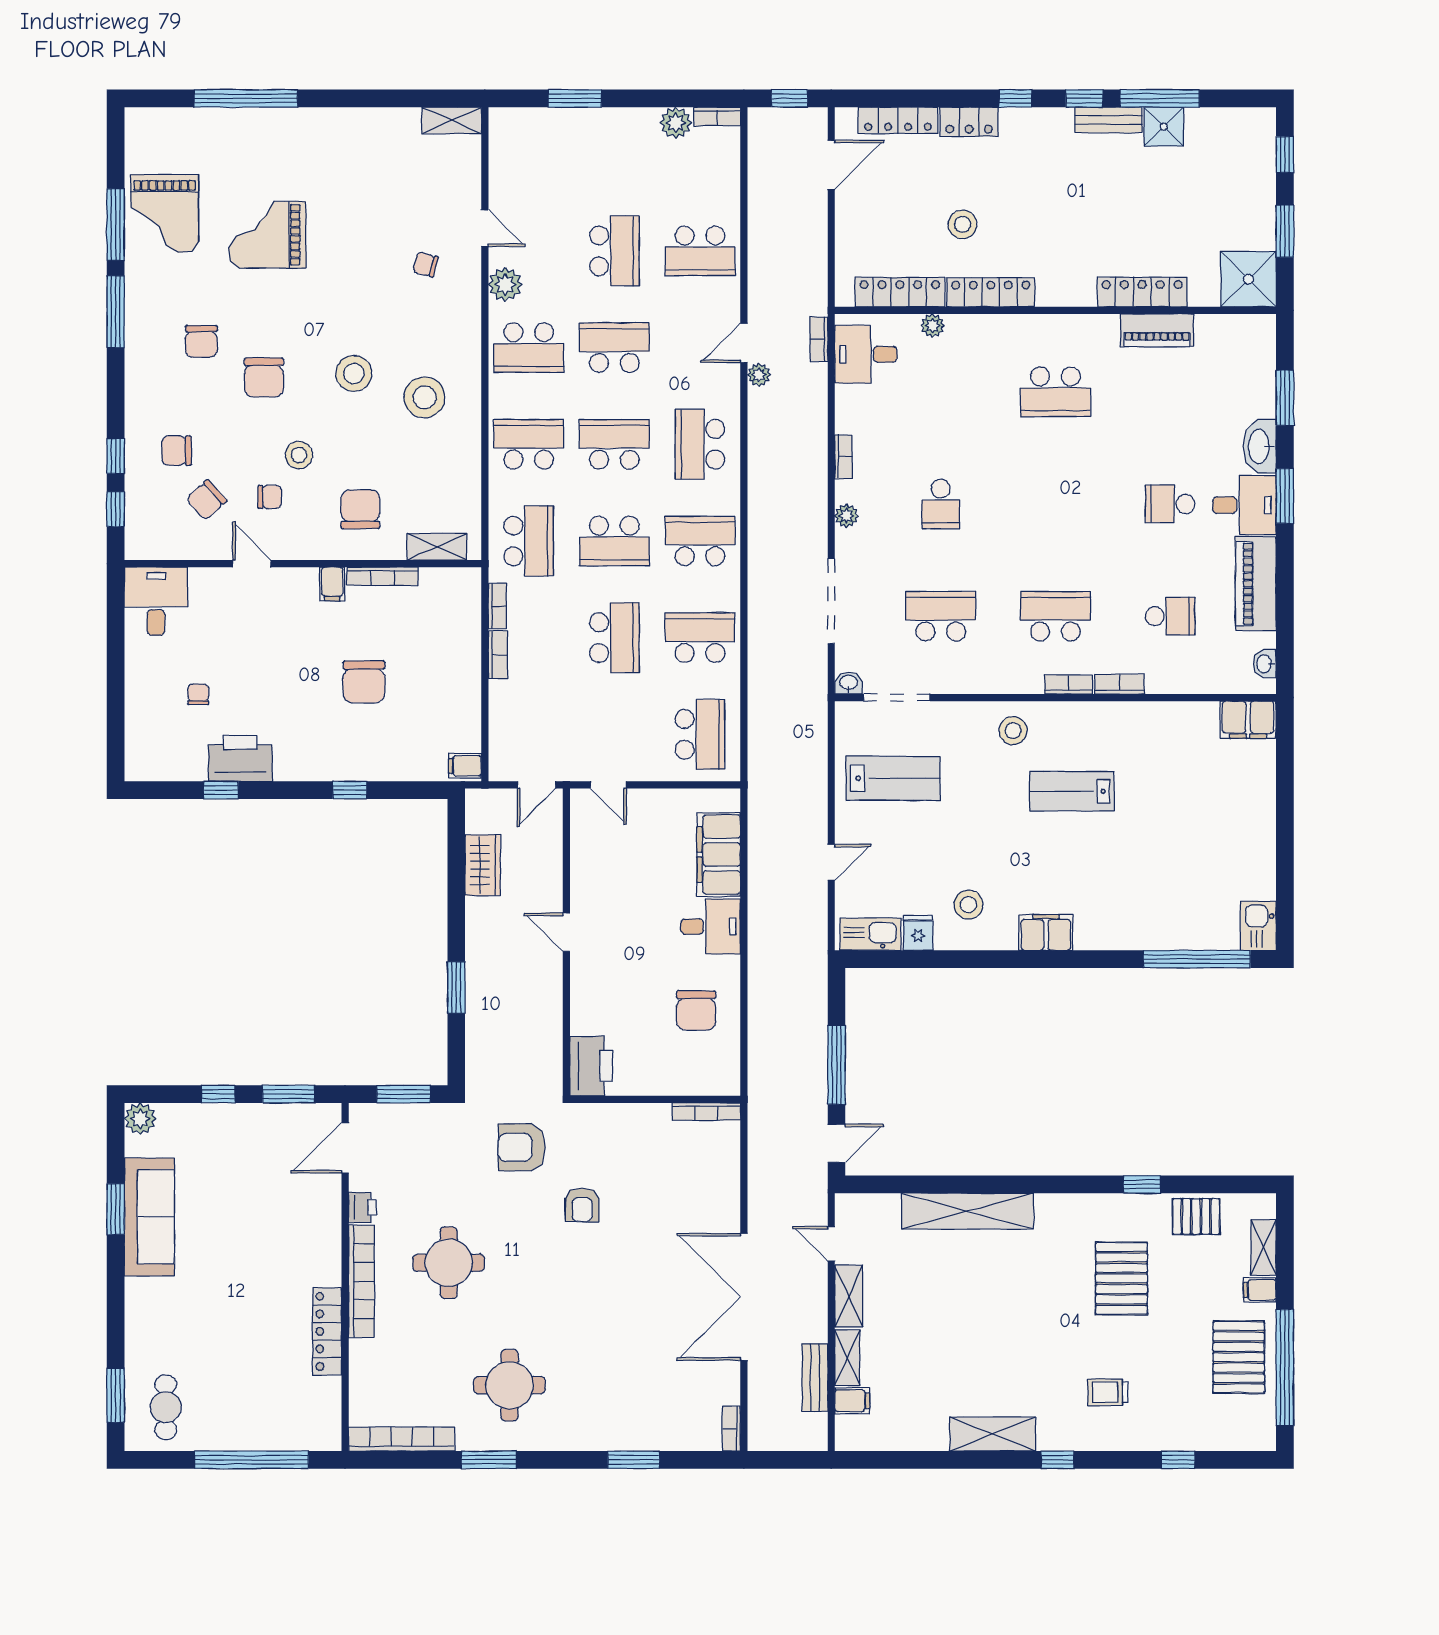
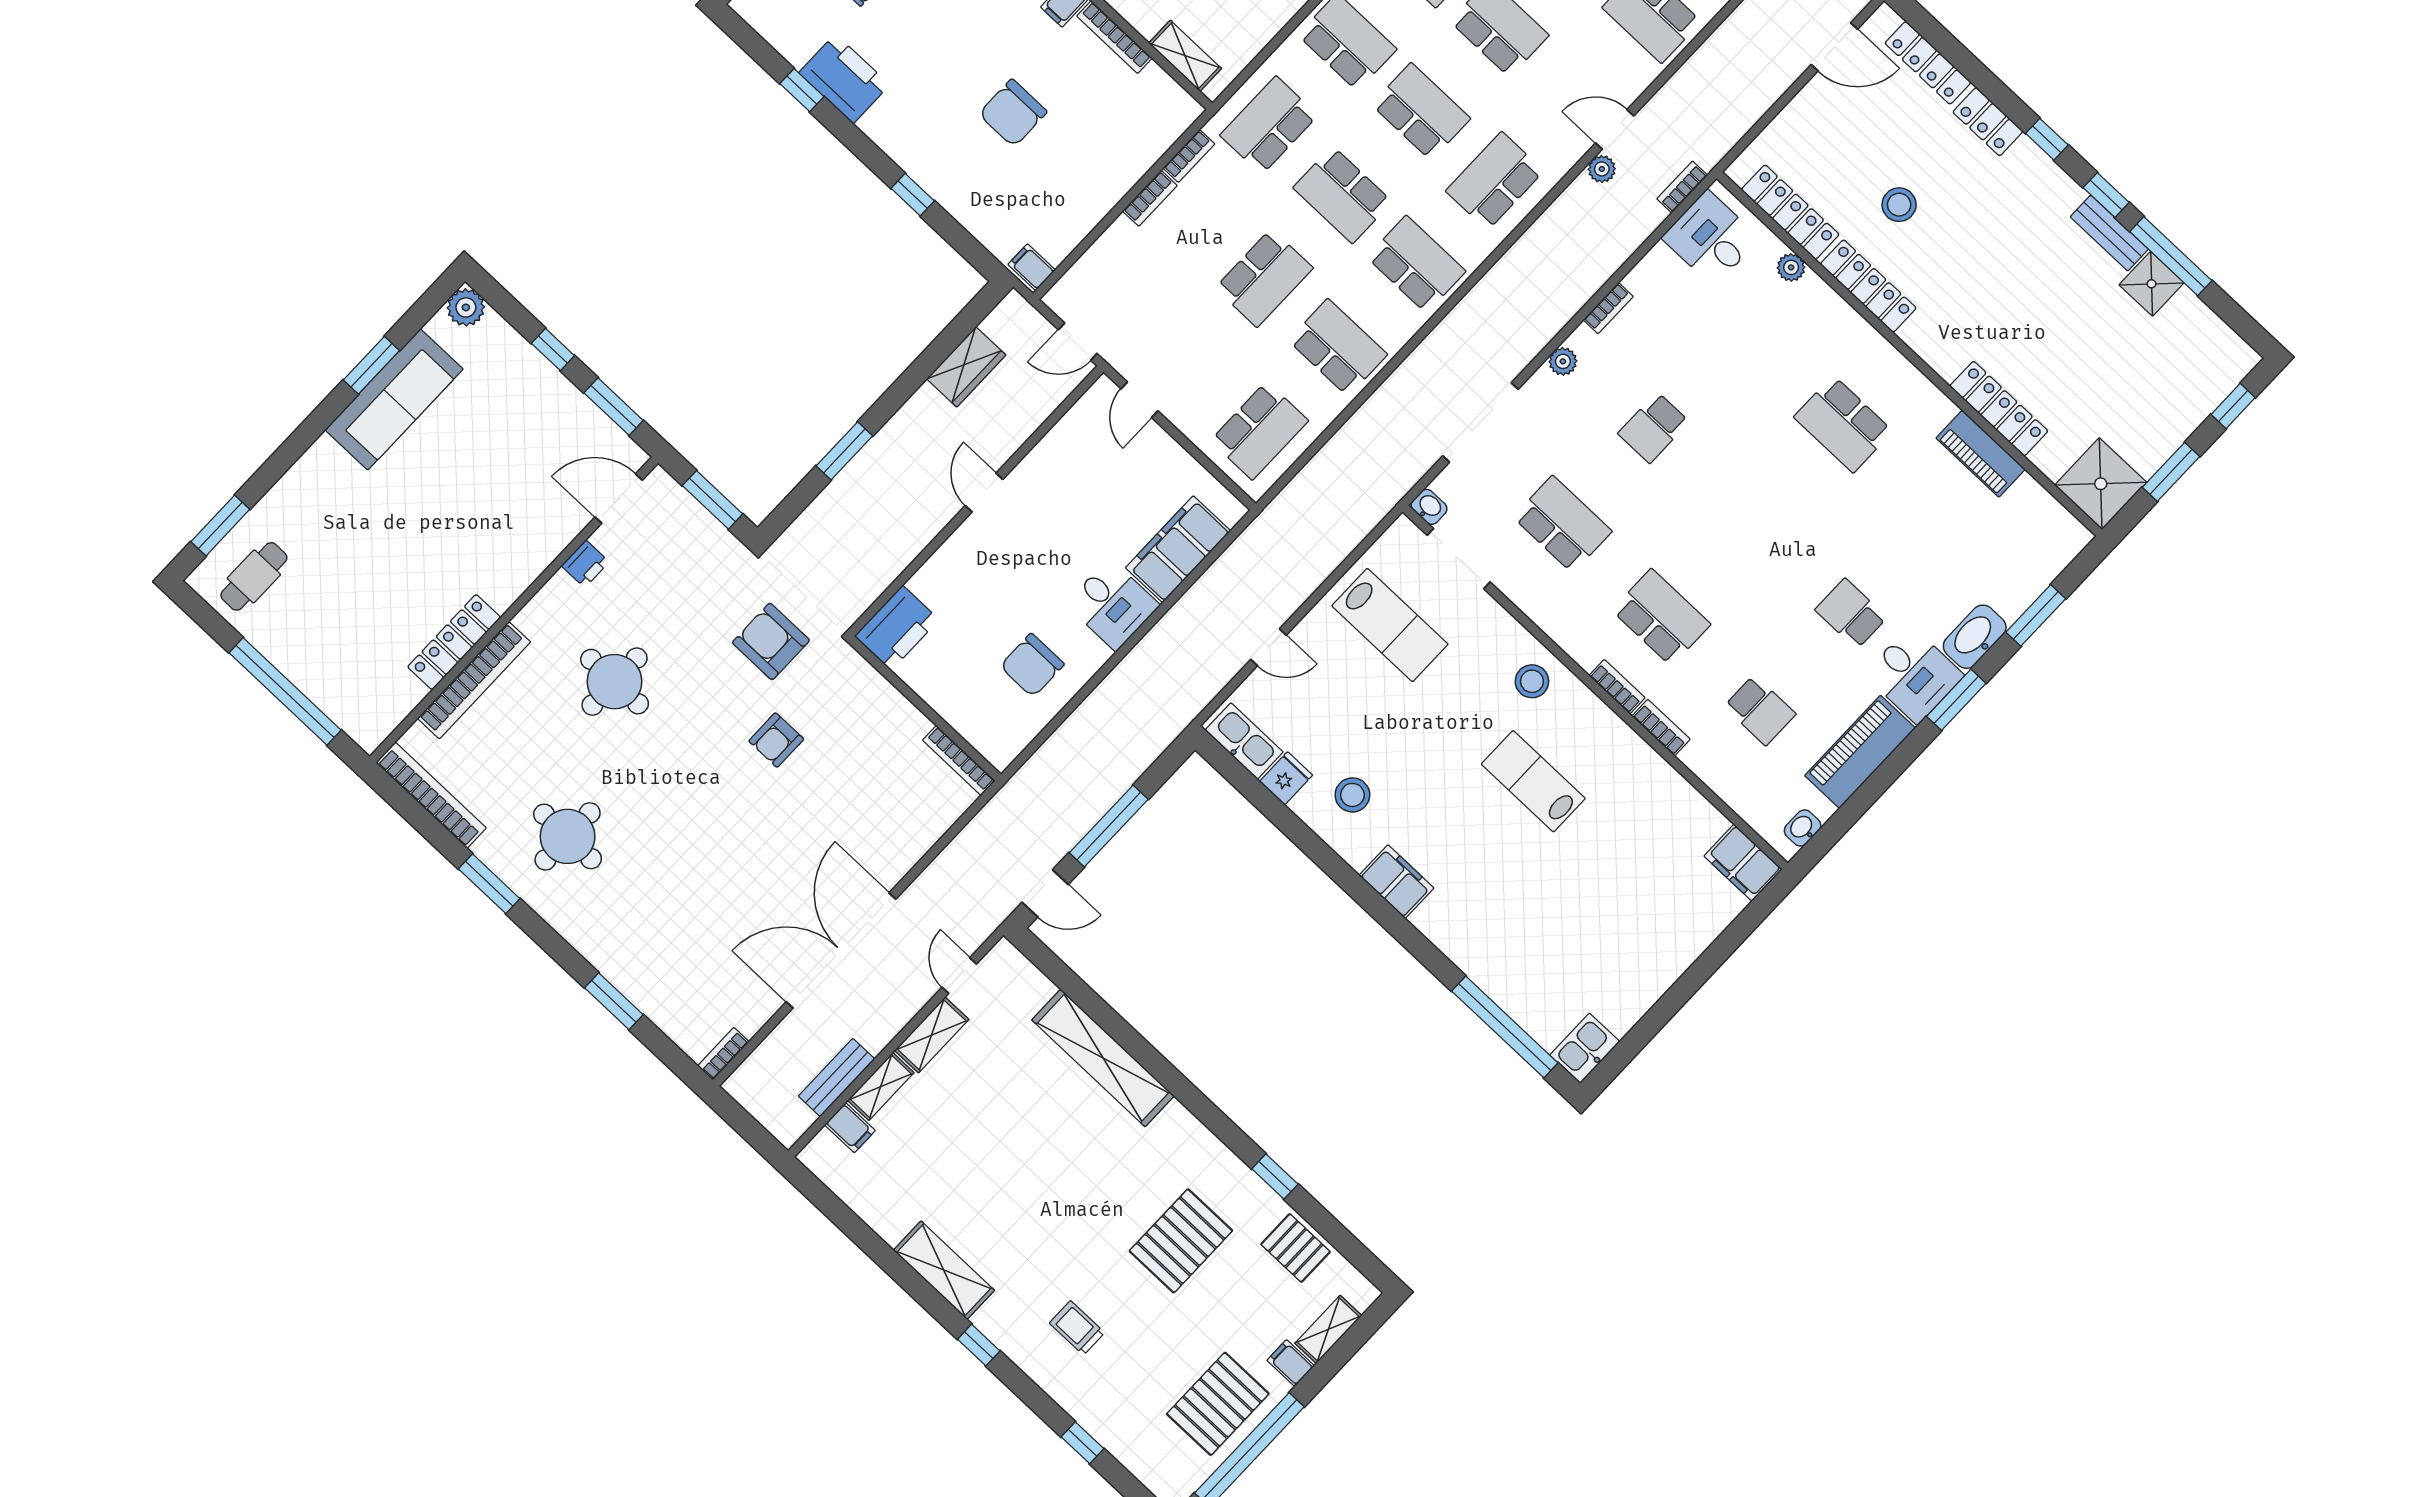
school desk: (529, 541) -> (1269, 125), turned 180
bookcase: (361, 1281) -> (474, 680), moved

